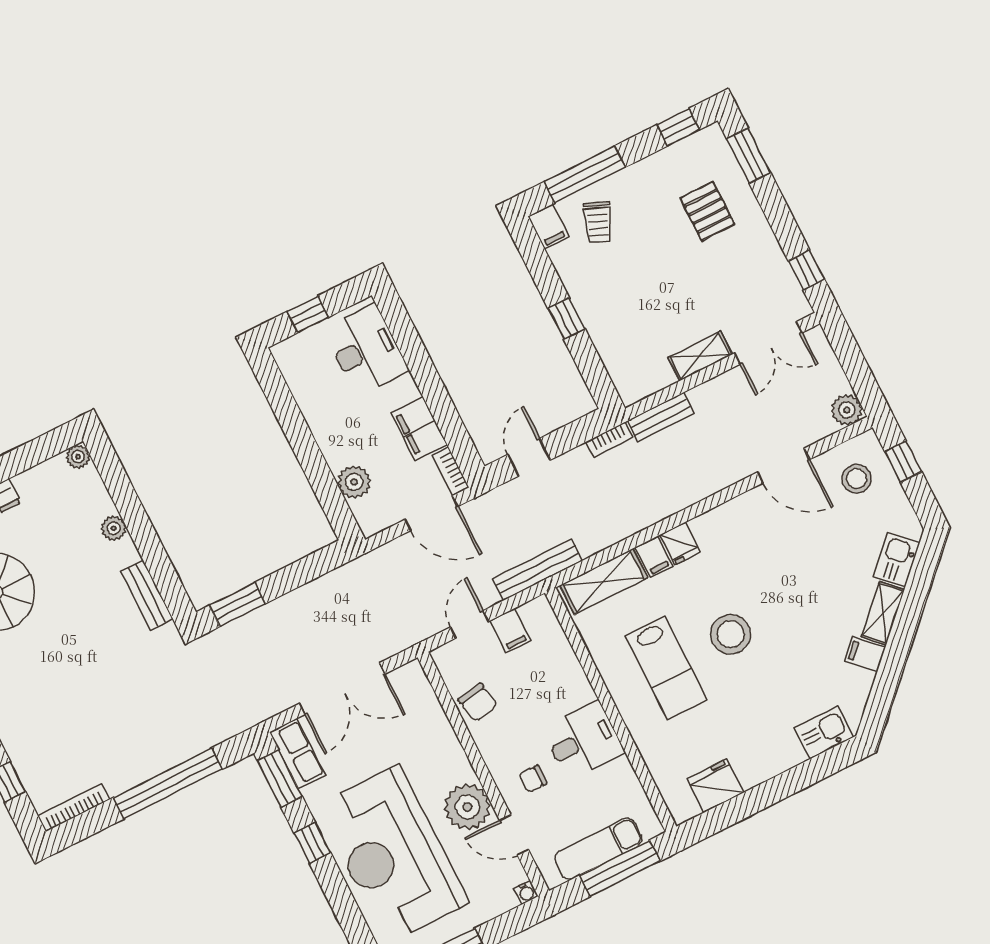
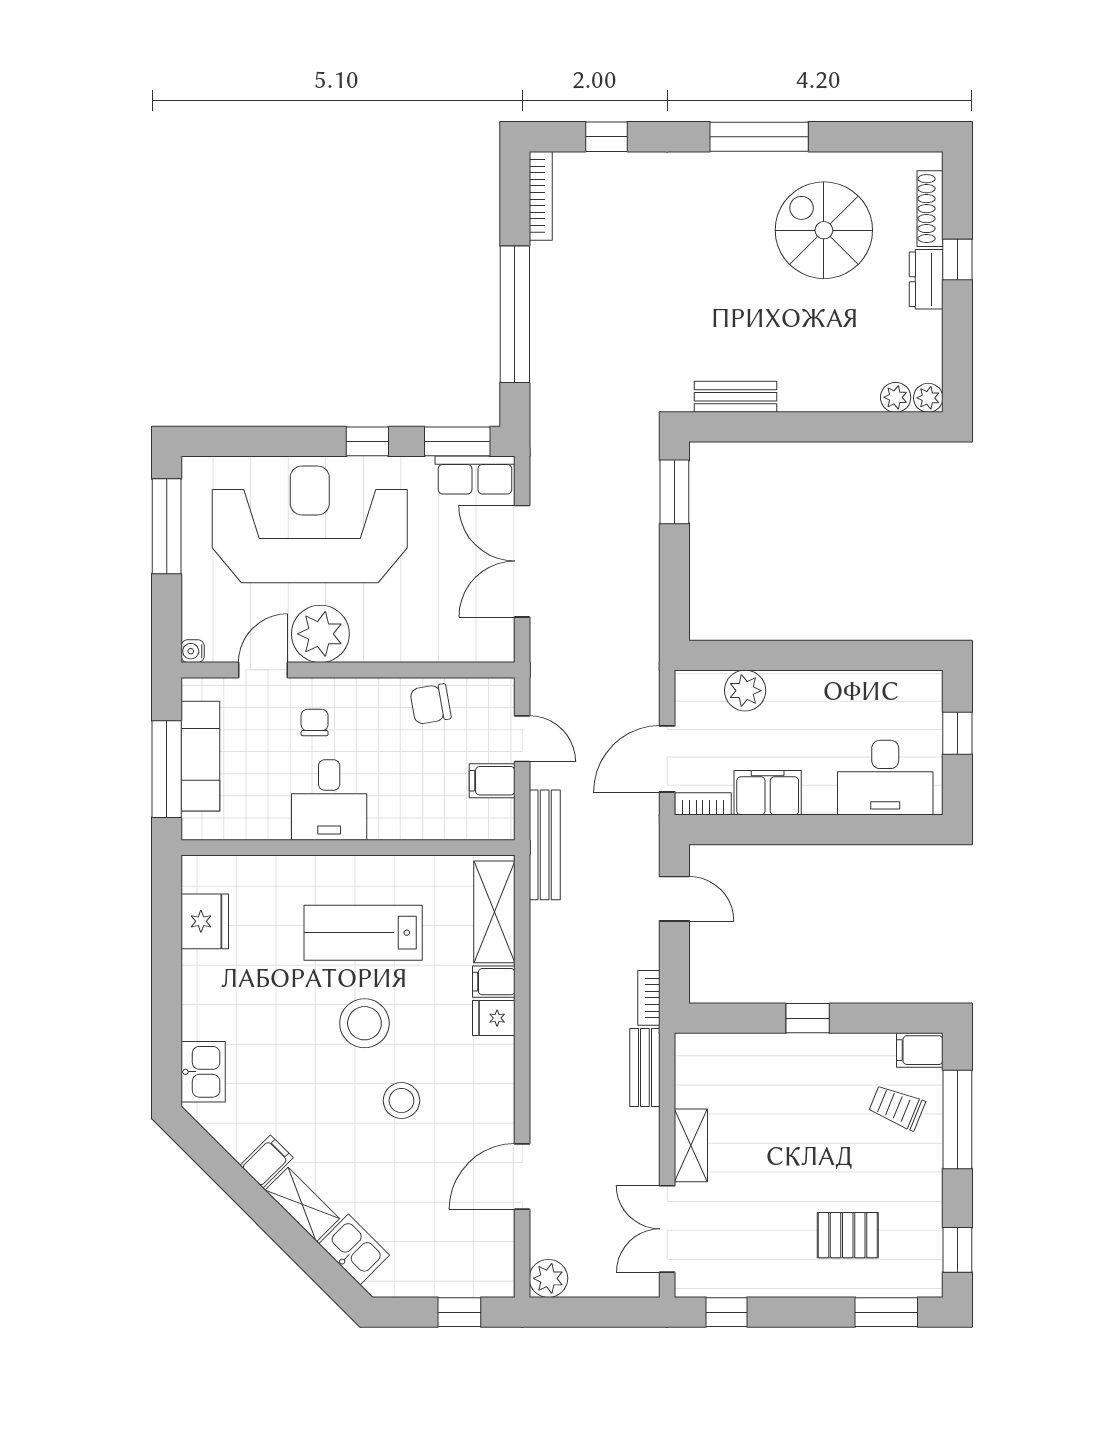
stool: (857, 479) -> (401, 1101), moved
plant: (114, 528) -> (896, 397), moved

